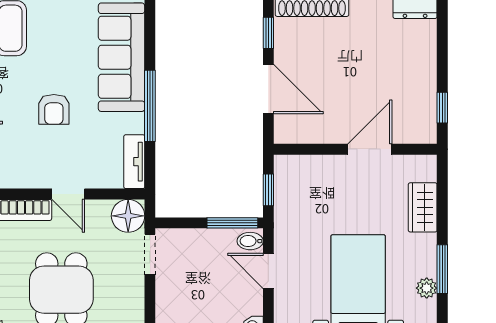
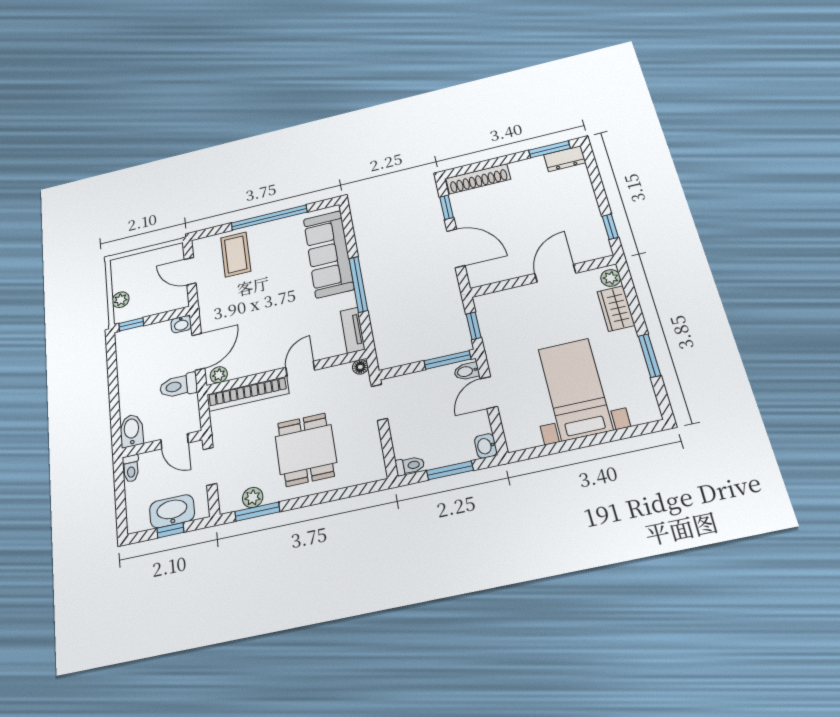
armchair: (54, 109) -> (279, 306), removed
door: (68, 194) -> (300, 369), swing flipped
floor lamp: (128, 216) -> (360, 367), width x0.53, depth x0.53
door: (268, 271) -> (489, 393), hinge flipped
plant: (427, 288) -> (611, 278), moved

